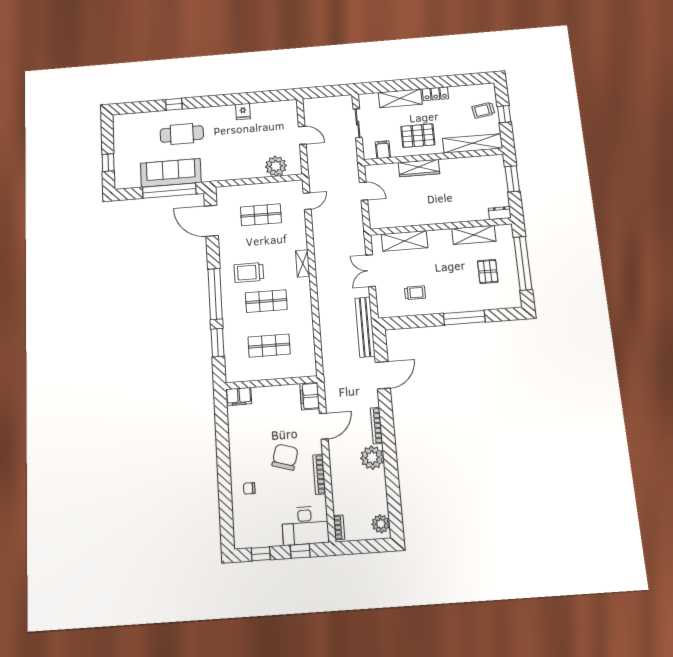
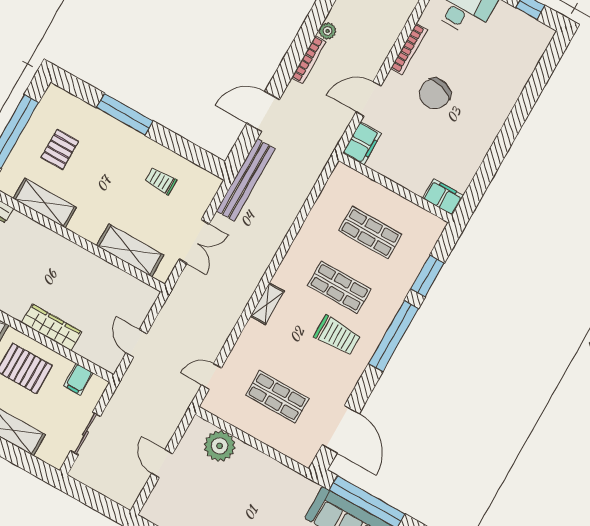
plant: (372, 458) -> (328, 31), width x0.53, depth x0.53
chair: (249, 488) -> (497, 86), removed

